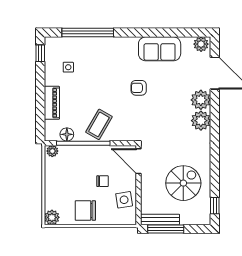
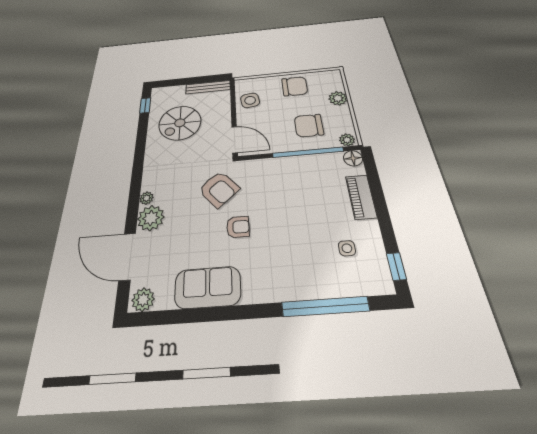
armchair: (152, 118) -> (219, 189), added
plant: (201, 121) -> (146, 198), width x0.53, depth x0.53
coffee table: (99, 124) -> (290, 176), removed
floor lamp: (67, 134) -> (353, 158), moved
chair: (103, 181) -> (309, 126), moved, width x1.87, depth x1.87
plant: (52, 217) -> (338, 98), moved
window: (166, 229) -> (202, 80), removed

